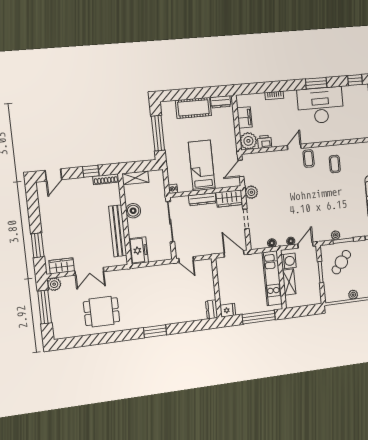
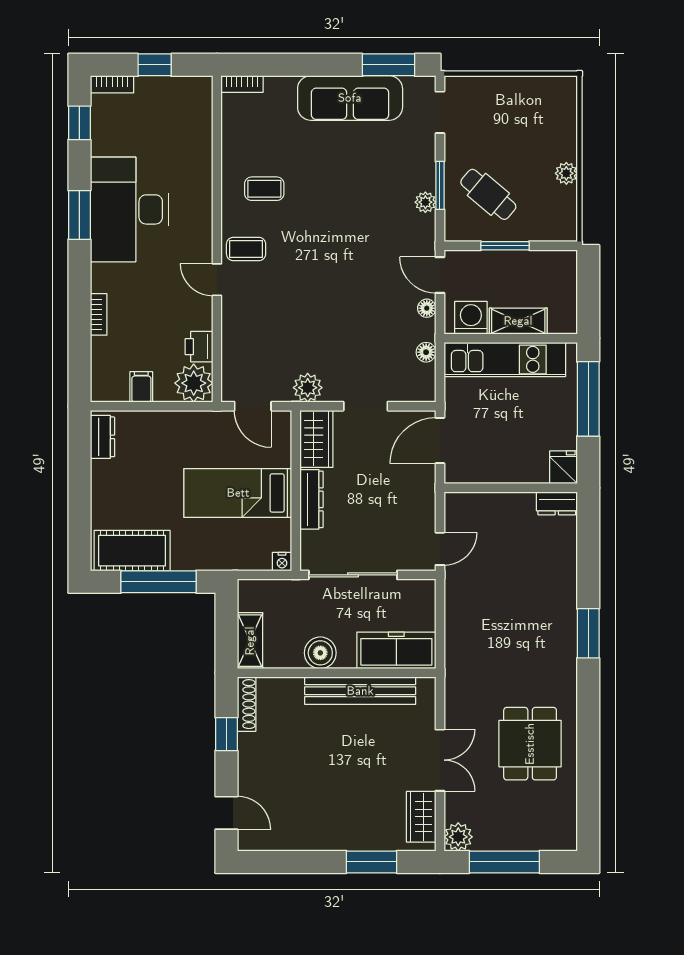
cot: (193, 108) -> (132, 551), moved, turned 90
filing cabinet: (244, 117) -> (141, 387), width x0.50
freezer: (139, 250) -> (396, 650), width x1.40

